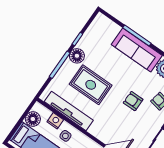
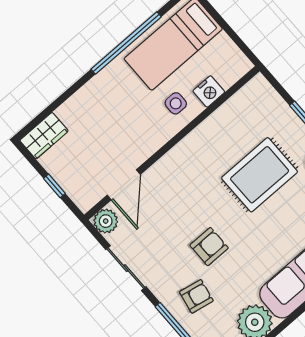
tv unit: (69, 111) -> (221, 121), removed
floor lamp: (33, 119) -> (223, 50), removed

